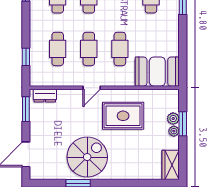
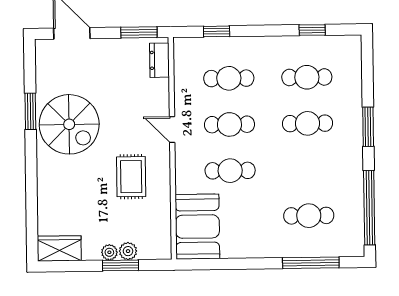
rug: (123, 116) -> (131, 177), width x0.73, depth x0.70

